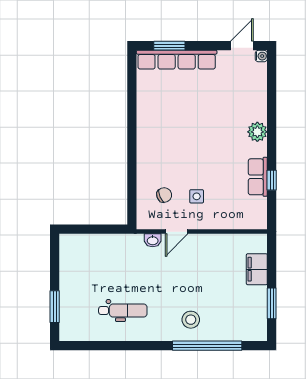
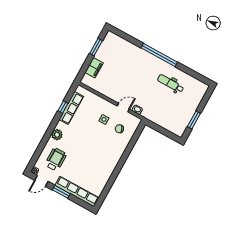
window: (169, 46) -> (61, 192), moved
wheelchair: (238, 92) -> (56, 159), added
row of seats: (258, 177) -> (71, 108), width x1.48
window: (55, 307) -> (194, 120), moved
stool: (191, 320) -> (140, 61), removed
window: (207, 346) -> (159, 55), moved

